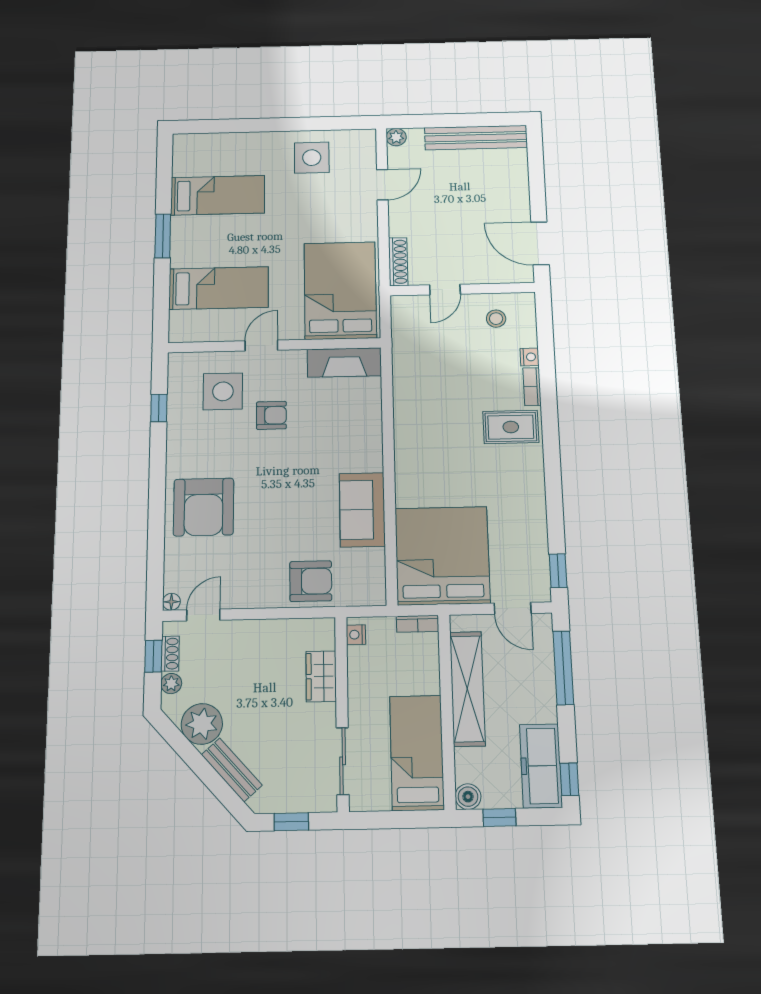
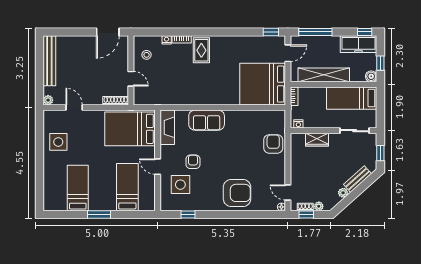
sofa: (362, 510) -> (207, 120), moved
plant: (202, 724) -> (343, 193), width x0.53, depth x0.53

